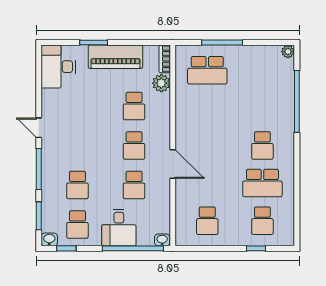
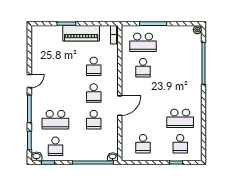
desk: (58, 67) -> (42, 40), removed
plant: (161, 83) -> (112, 51), removed
door: (39, 128) -> (29, 81), swing flipped
school desk: (262, 145) -> (143, 68), moved
door: (173, 164) -> (120, 106), hinge flipped
school desk: (77, 185) -> (55, 120), width x1.85
desk: (119, 228) -> (83, 148), removed

